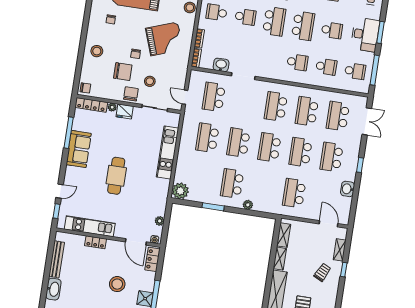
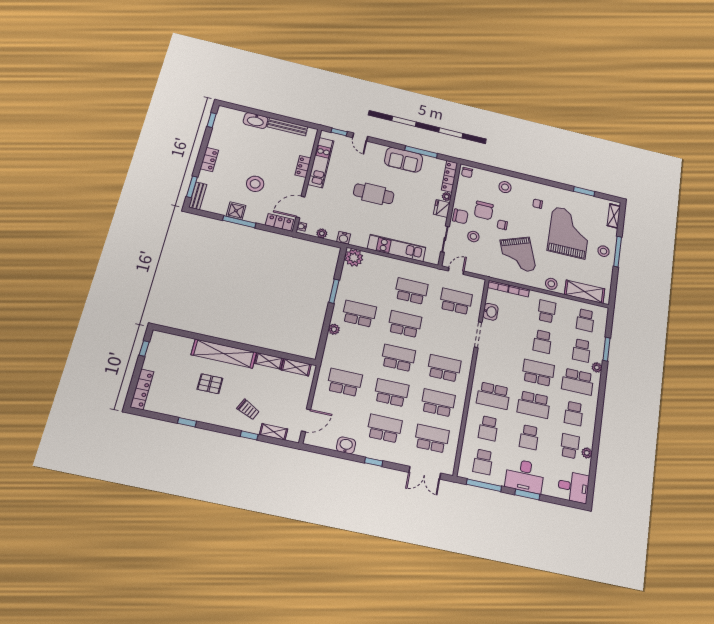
school desk: (274, 21) -> (538, 373), turned 180
school desk: (297, 62) -> (493, 396), width x1.85
water cooler: (162, 201) -> (344, 238), added

